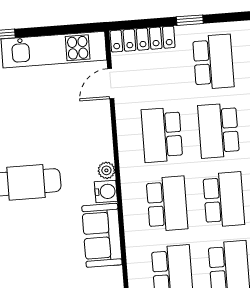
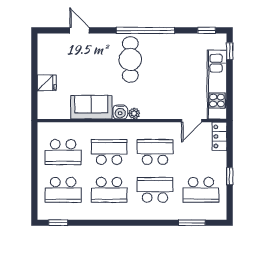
locker: (143, 39) -> (219, 136), width x0.66
door: (111, 84) -> (192, 121), swing flipped
school desk: (167, 204) -> (109, 152), turned 180

